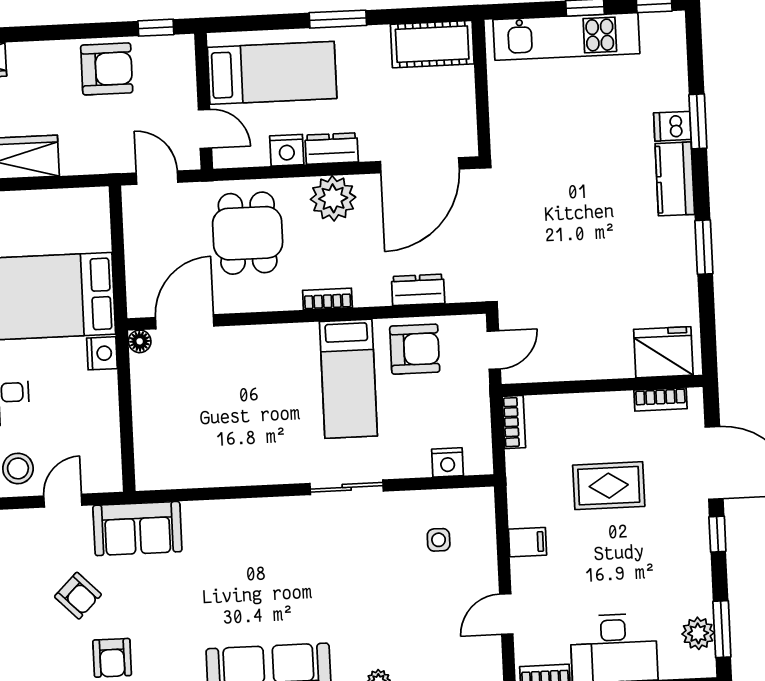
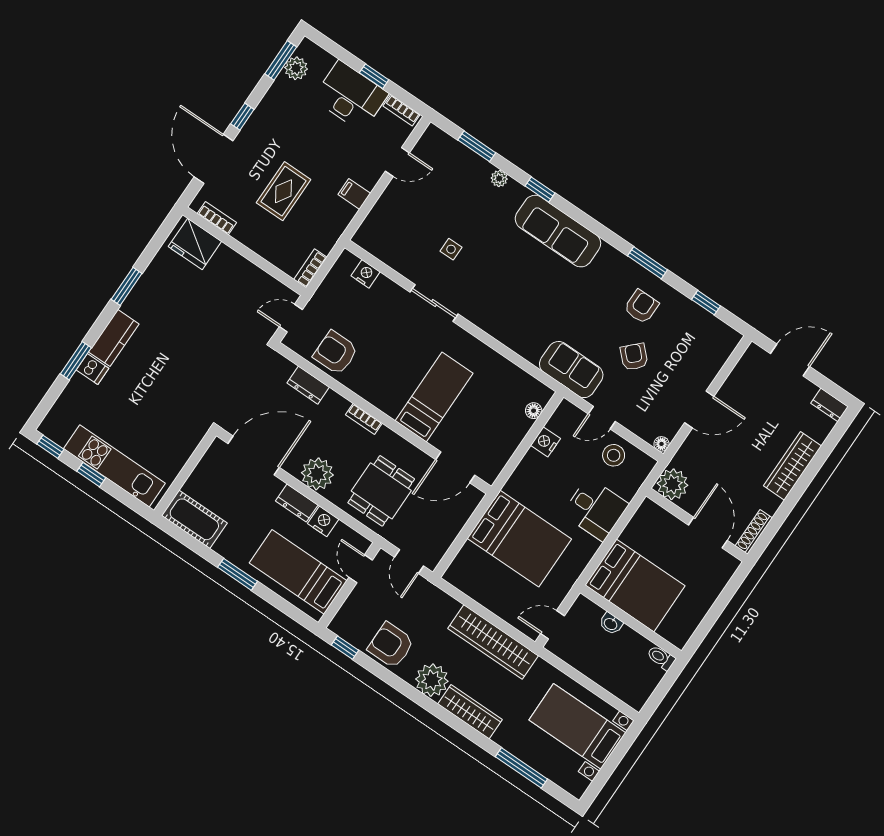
plant: (32, 64) -> (432, 680), added
floor lamp: (140, 341) -> (534, 411), moved
nightstand: (102, 353) -> (545, 442), moved
bed: (348, 379) -> (434, 397), moved
rug: (609, 486) -> (284, 191), turned 90
side table: (439, 540) -> (451, 249), moved

